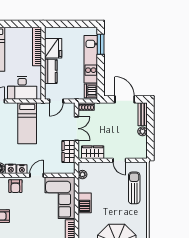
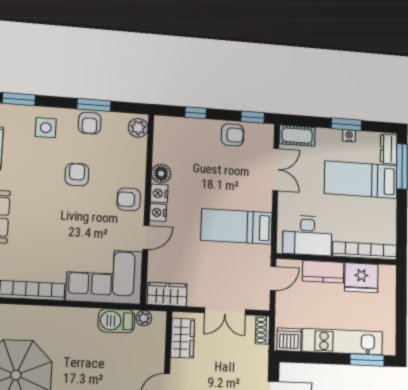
desk: (22, 88) -> (307, 235), moved, turned -90
door: (56, 101) -> (273, 278), swing flipped
wardrobe: (68, 151) -> (167, 294), moved
door: (37, 175) -> (146, 237), hinge flipped
barbecue: (85, 203) -> (116, 321), moved

